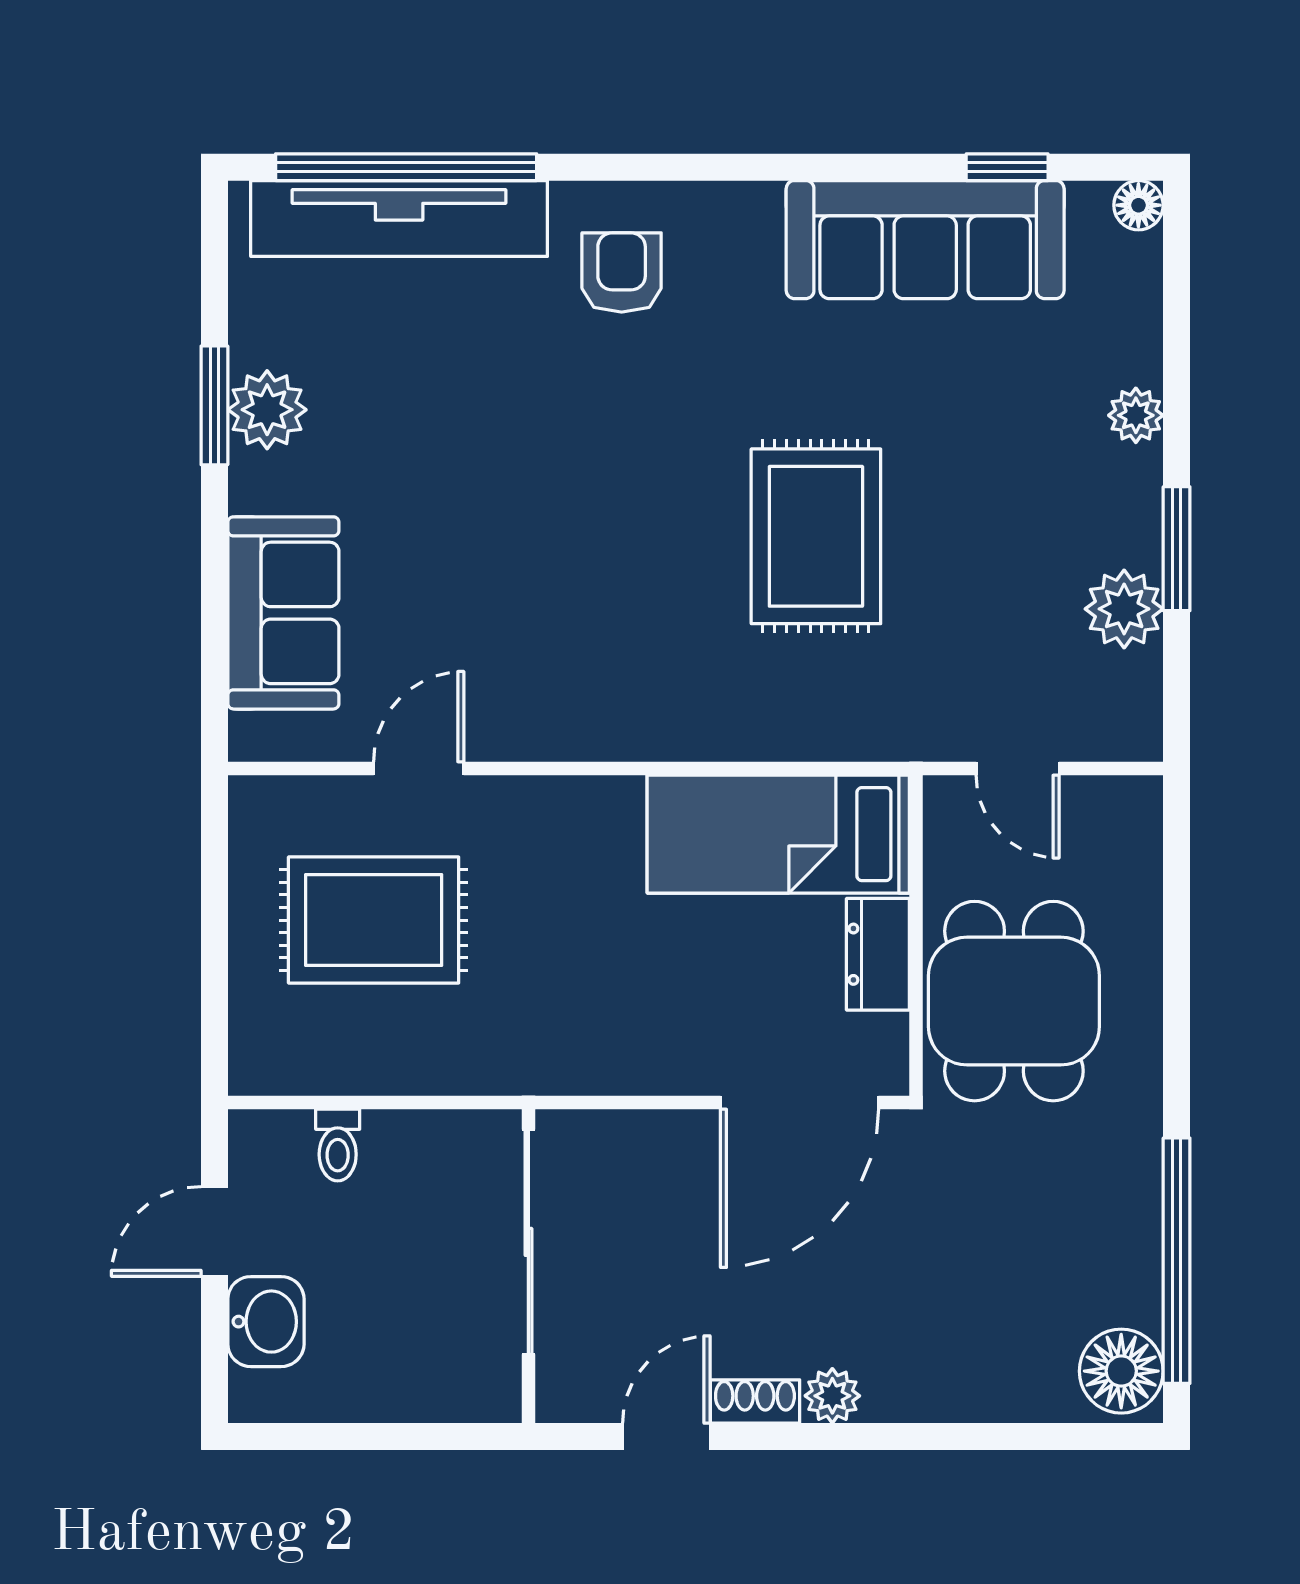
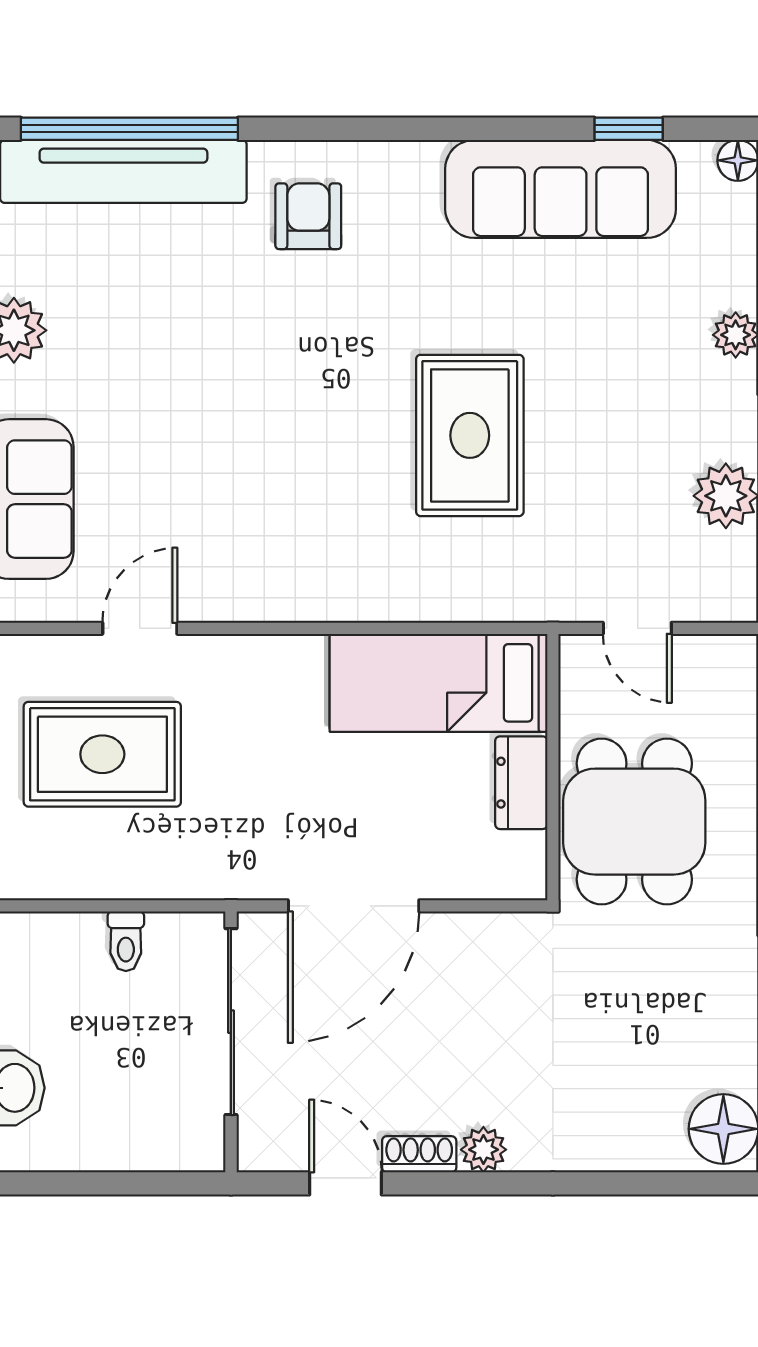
door: (800, 1103) -> (354, 906), moved
toilet: (338, 1145) -> (126, 941), moved
door: (666, 1437) -> (345, 1183), hinge flipped

